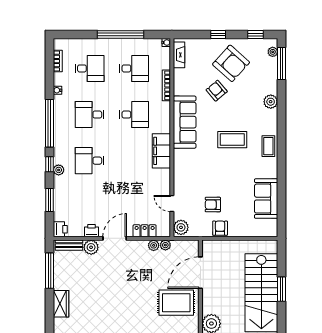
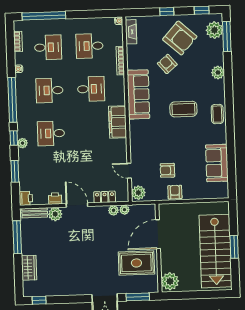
window: (120, 34) -> (44, 16), moved
plant: (273, 52) -> (214, 30), width x1.88, depth x1.88
desk: (134, 68) -> (90, 46), turned 180
door: (115, 238) -> (77, 205), hinge flipped

